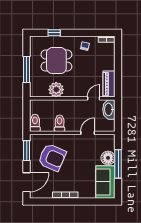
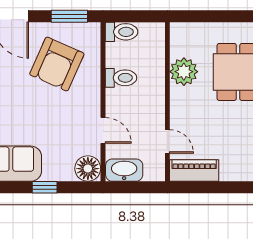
window: (27, 70) -> (221, 16), removed
washbasin: (109, 109) -> (124, 170), moved
floor lamp: (108, 158) -> (88, 169), moved
window: (118, 164) -> (45, 187), width x0.46

